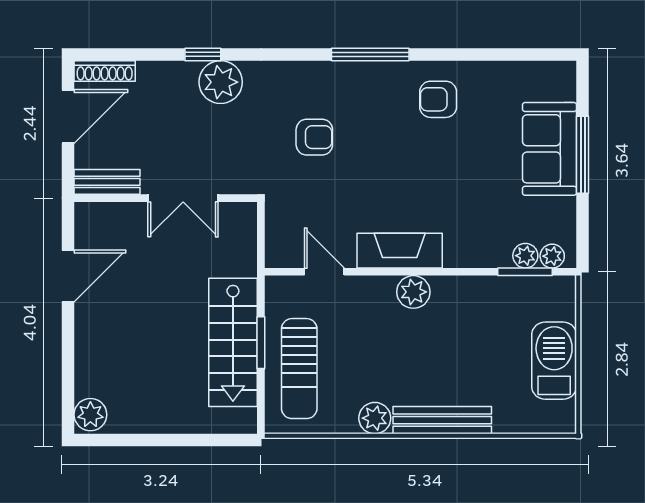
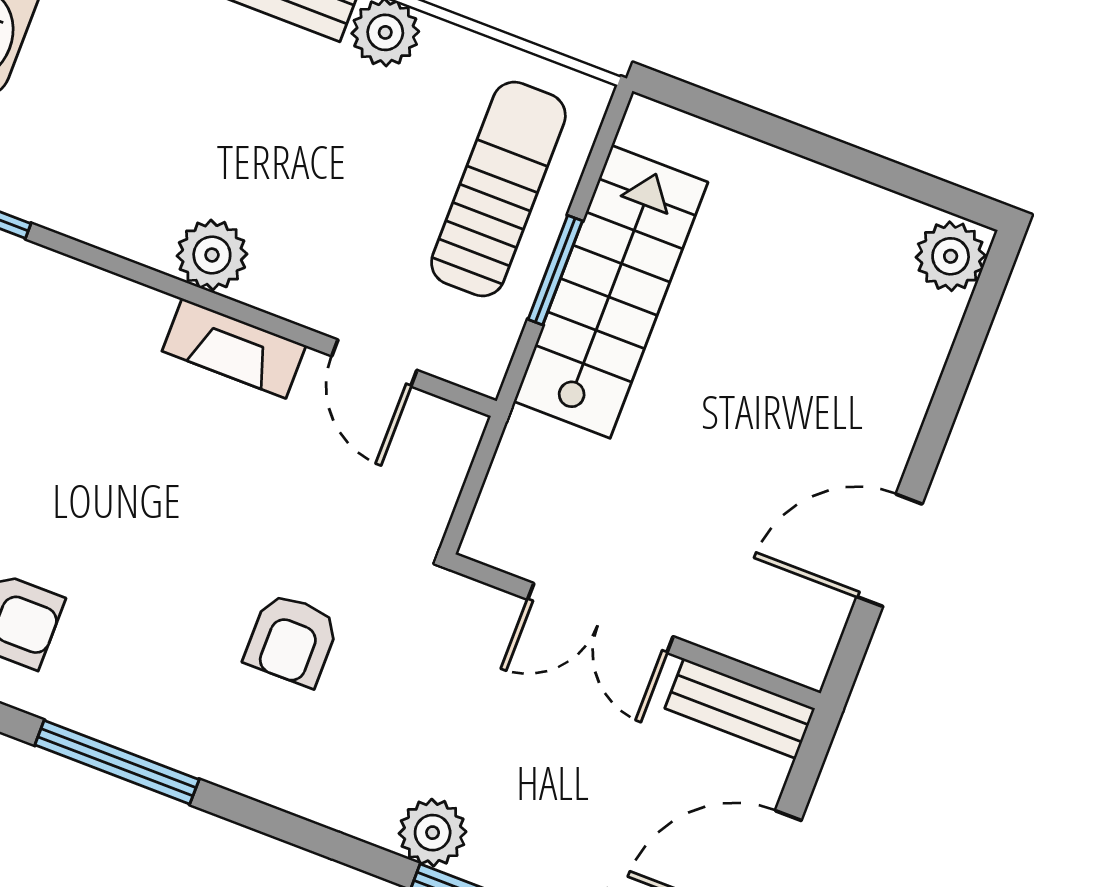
plant: (221, 82) -> (433, 833), width x0.73, depth x0.73
armchair: (314, 137) -> (292, 640), turned -90
double door: (183, 198) -> (600, 618), swing flipped
fireplace: (400, 251) -> (234, 348), width x0.73, depth x0.76

